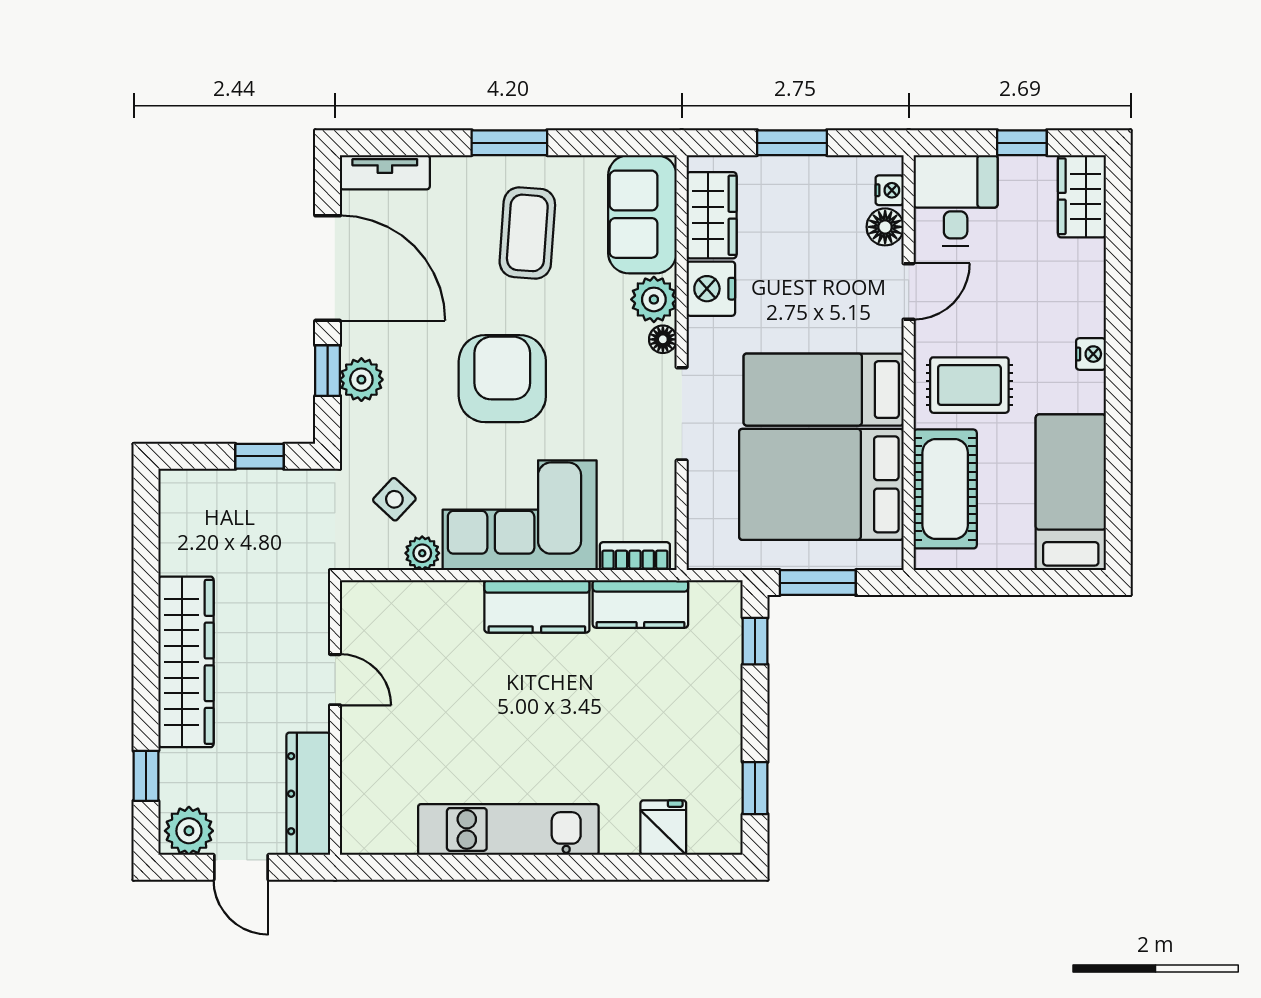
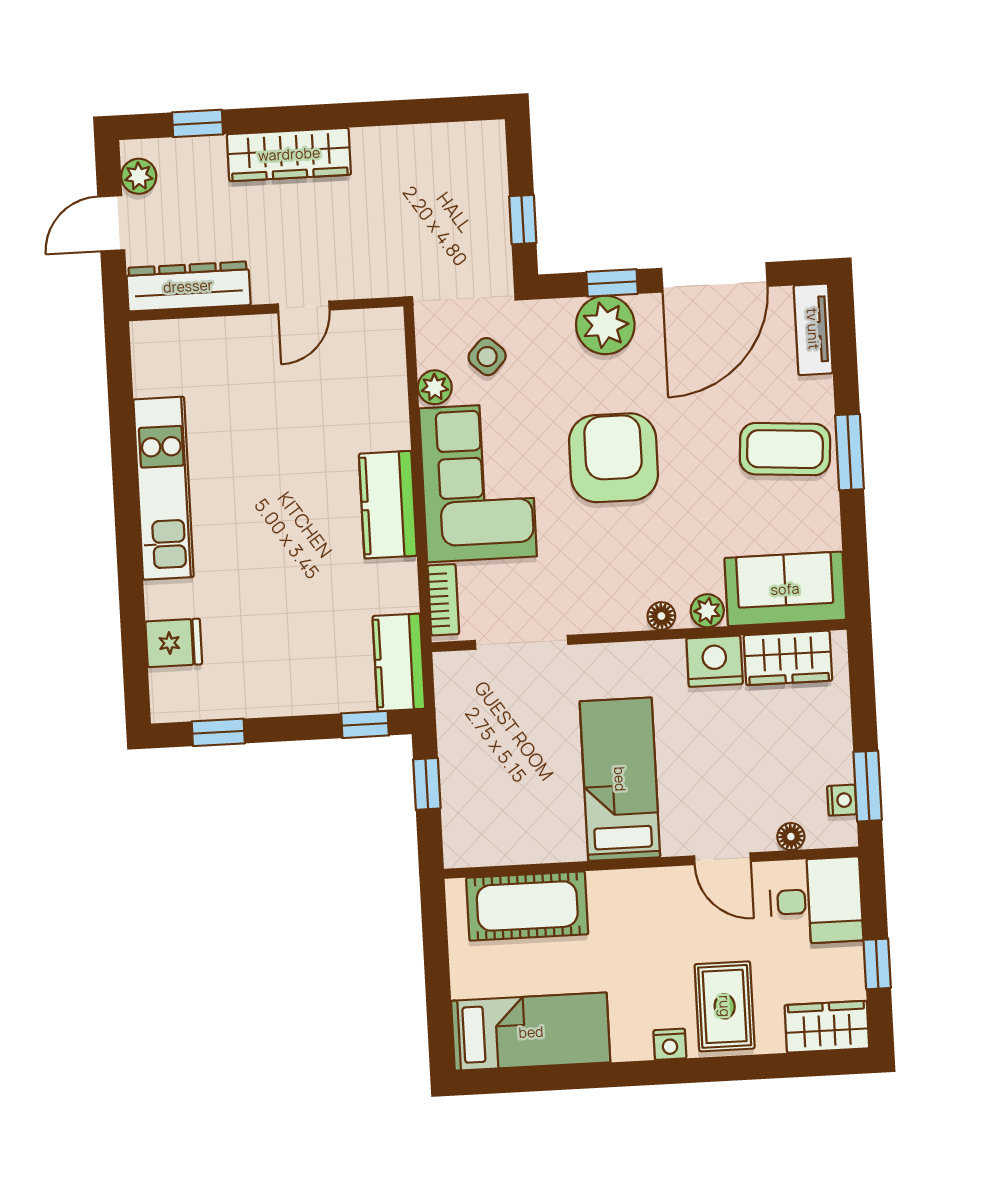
window: (792, 143) -> (868, 786), moved
nightstand: (890, 190) -> (842, 800), moved, turned -90
floor lamp: (885, 227) -> (791, 837), width x0.73, depth x0.73
coffee table: (527, 233) -> (785, 449), moved
plant: (654, 299) -> (707, 611), width x0.73, depth x0.73
armchair: (502, 379) -> (614, 458), turned -90
plant: (361, 380) -> (605, 325), width x1.36, depth x1.36
rug: (969, 385) -> (725, 1006), moved
doorway: (682, 414) -> (522, 642), moved
bed: (821, 484) -> (525, 782), removed
window: (818, 583) -> (427, 784), width x0.67
kitchen counter: (640, 604) -> (399, 662), moved
wardrobe: (186, 662) -> (289, 154), width x0.71, depth x0.85
plant: (189, 831) -> (139, 176), width x0.73, depth x0.73

